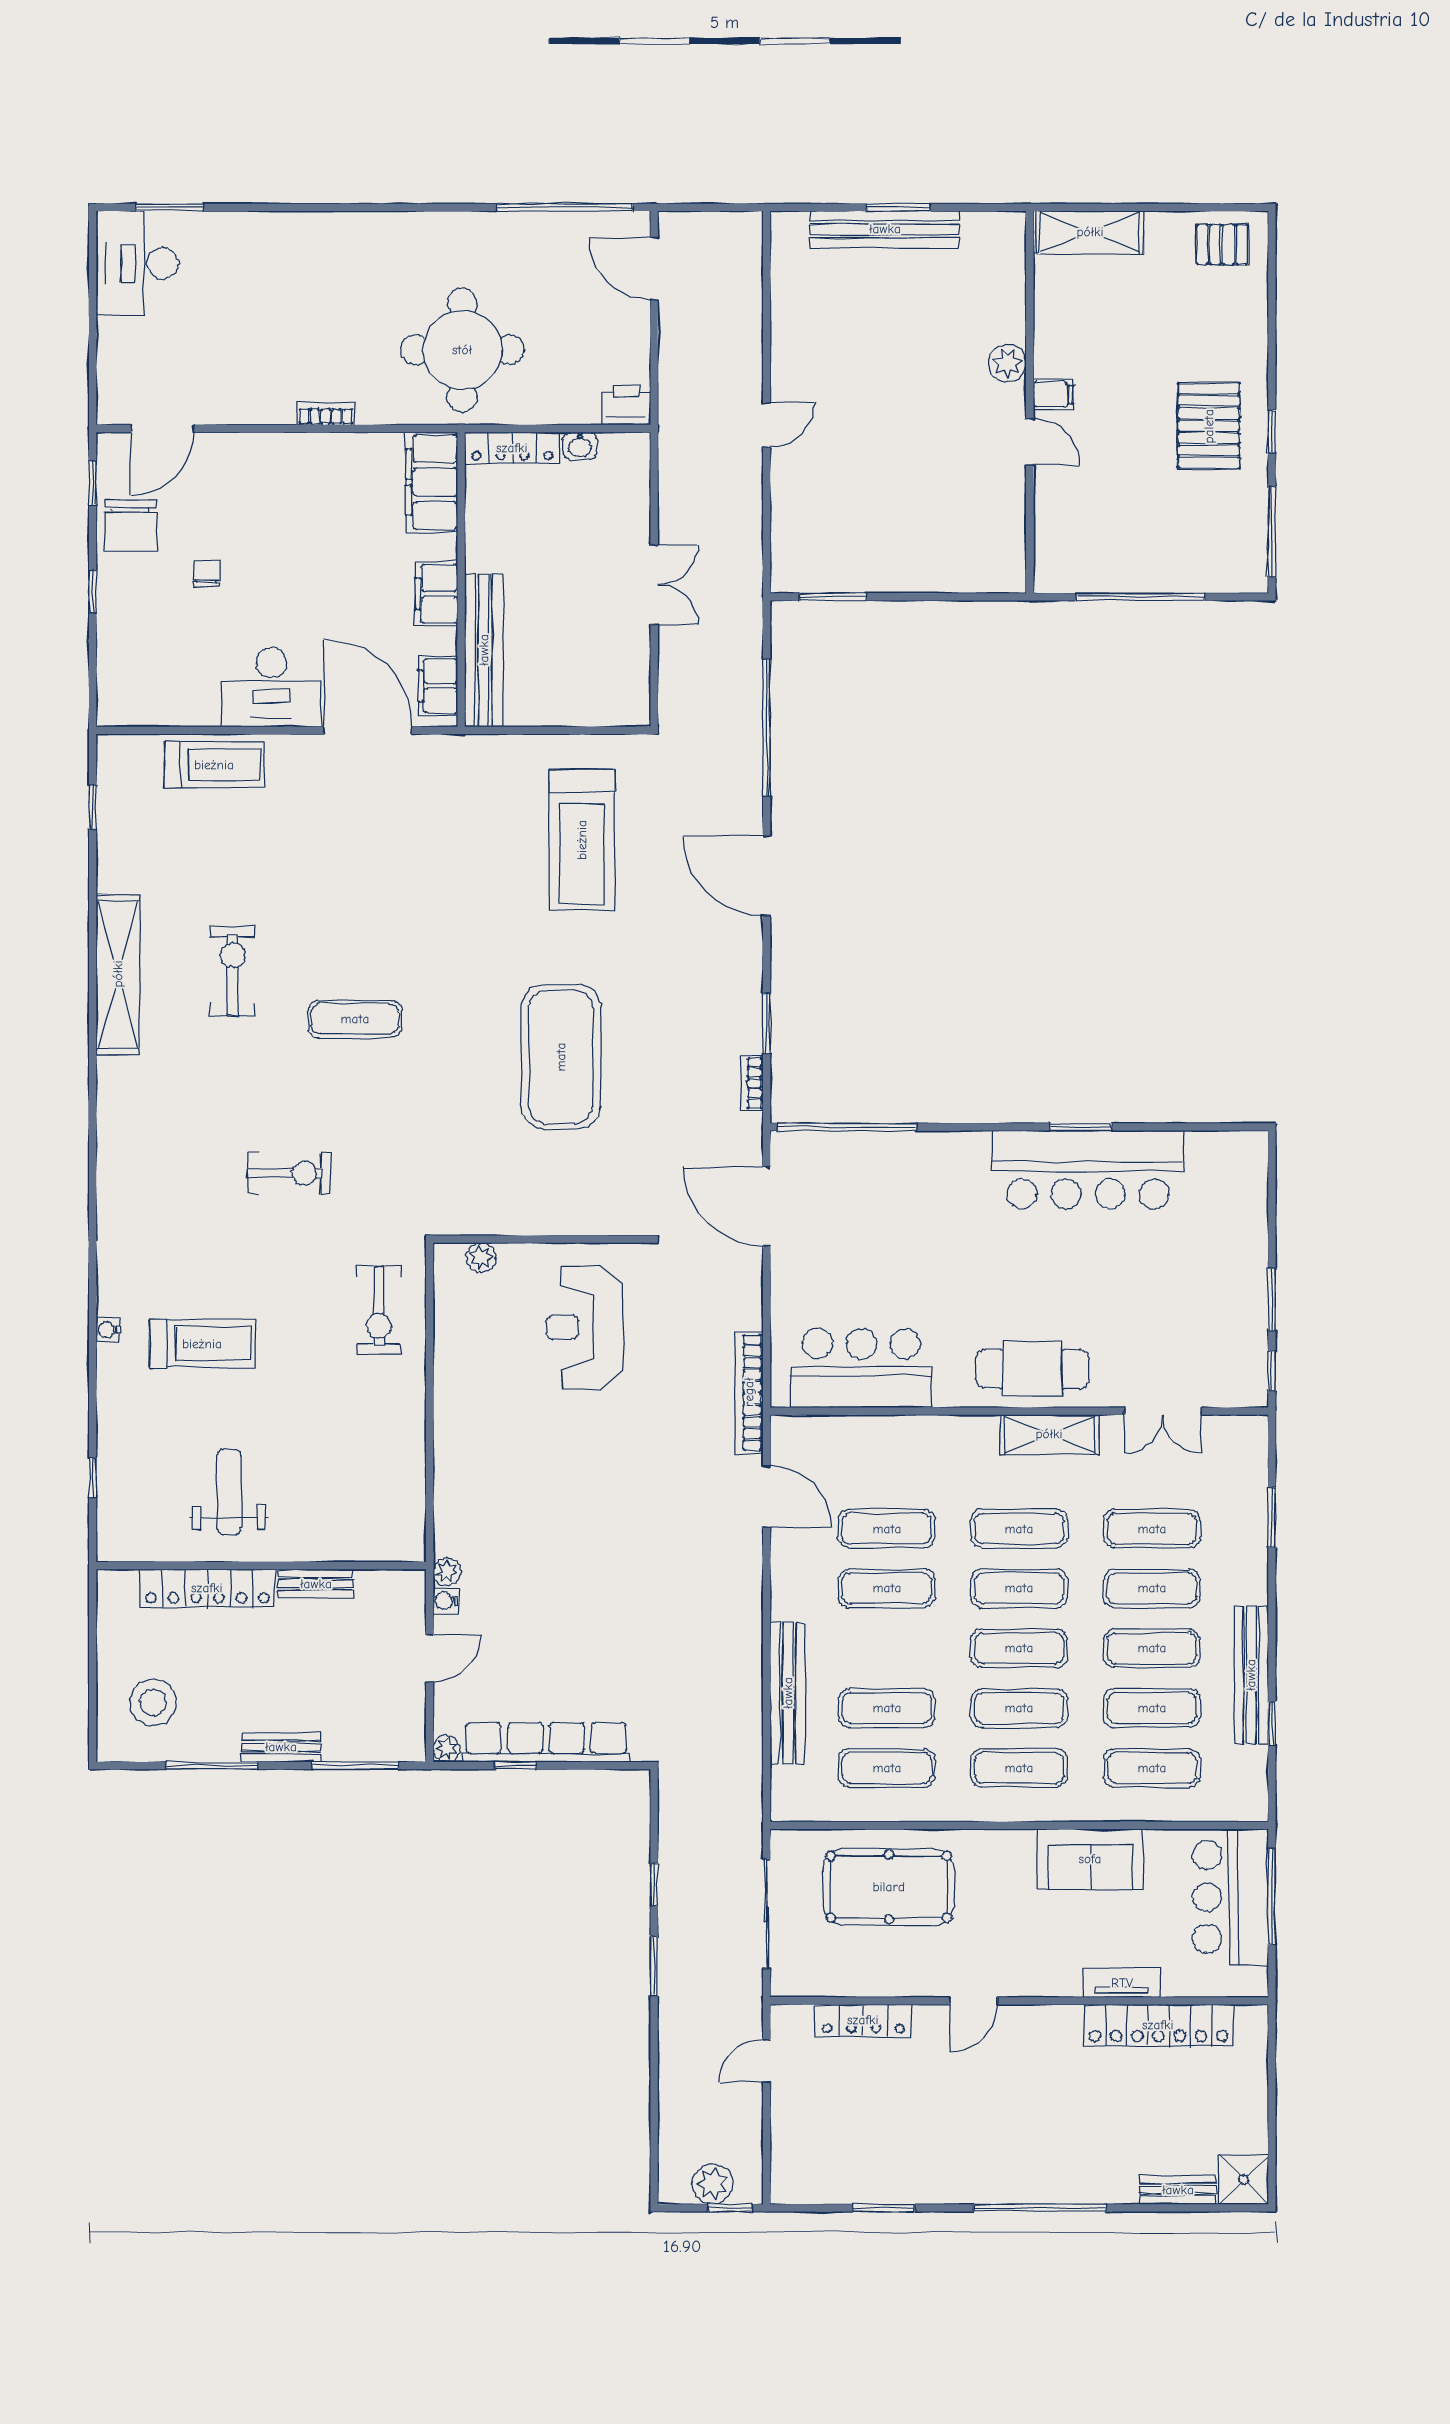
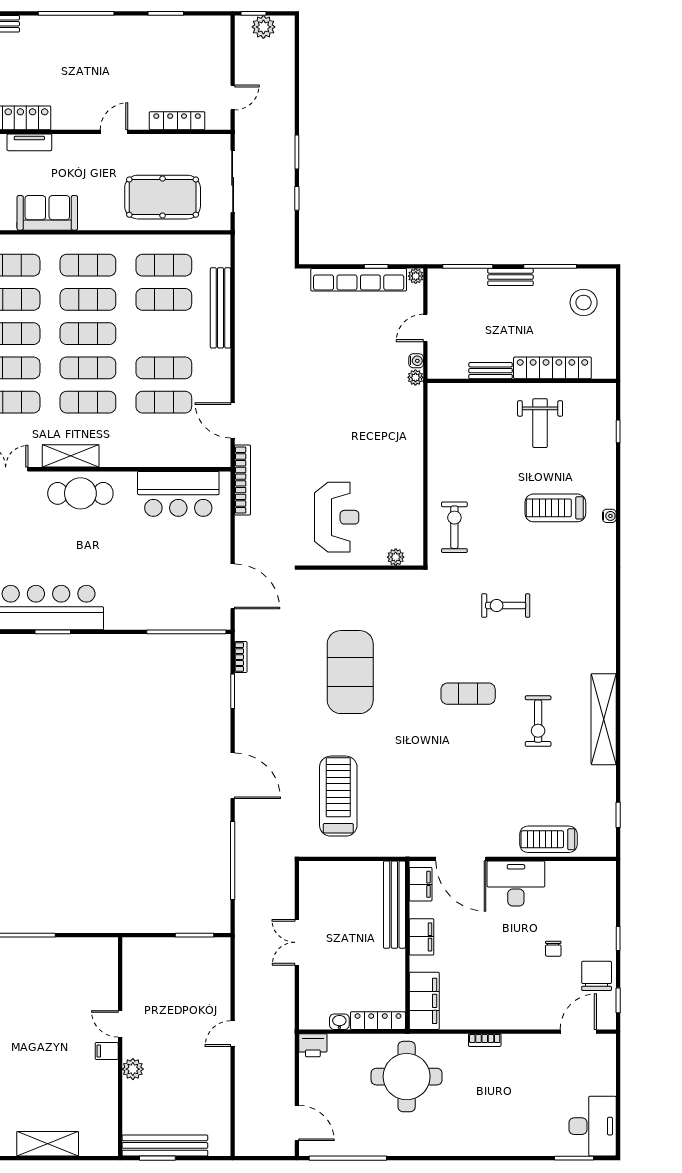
plant: (1007, 363) -> (133, 1069), moved
filing cabinet: (1053, 395) -> (107, 1051), moved
wall: (1030, 402) -> (120, 1047), moved
door: (1030, 442) -> (120, 1024), moved

